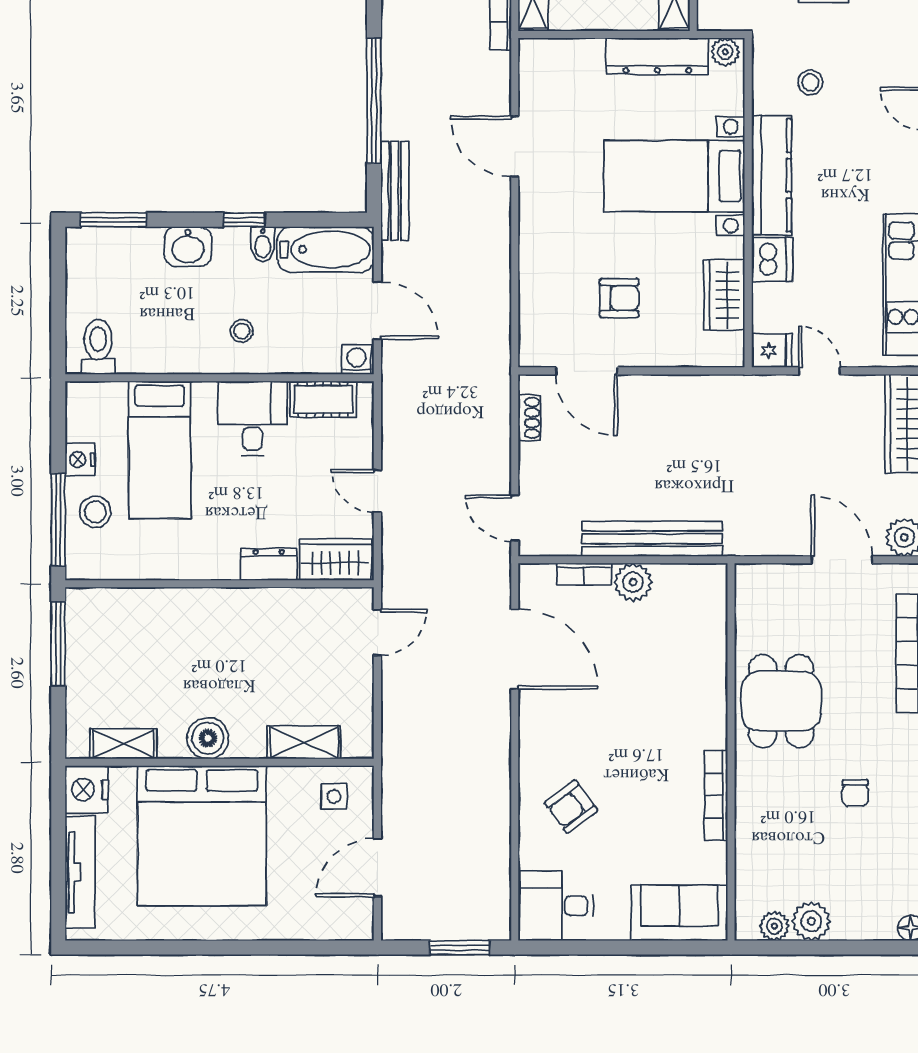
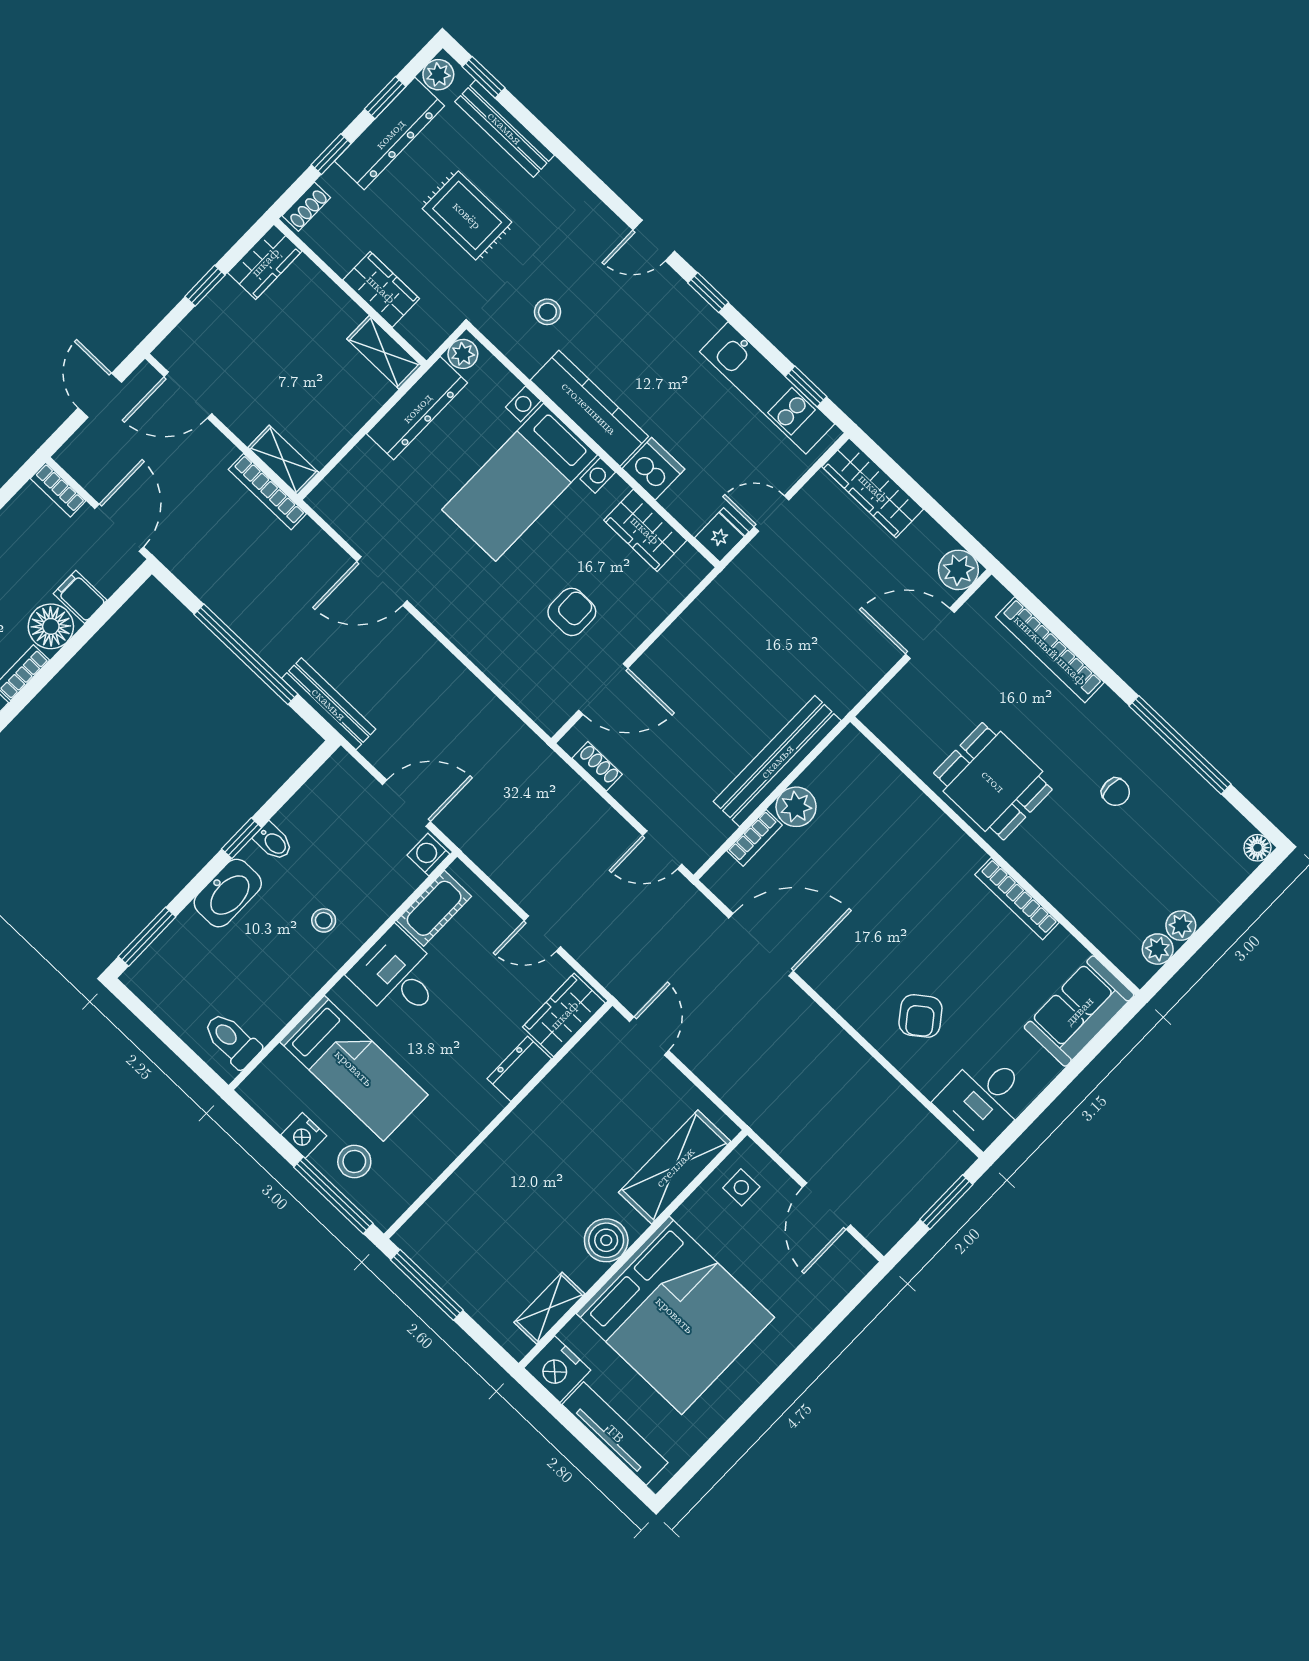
washbasin: (188, 247) -> (228, 893), width x1.38
bathtub: (326, 249) -> (323, 798), removed
shelving: (304, 742) -> (675, 1167), width x1.50, depth x1.33
plant: (811, 921) -> (1181, 926), width x0.73, depth x0.73

